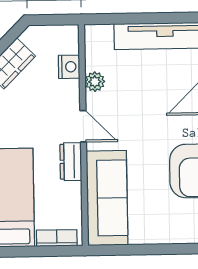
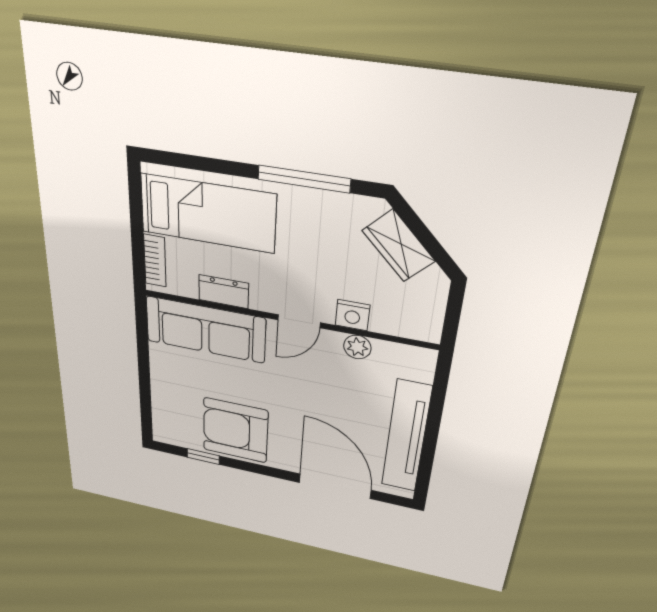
nightstand: (69, 67) -> (352, 315), moved
dresser: (71, 162) -> (224, 292), moved

